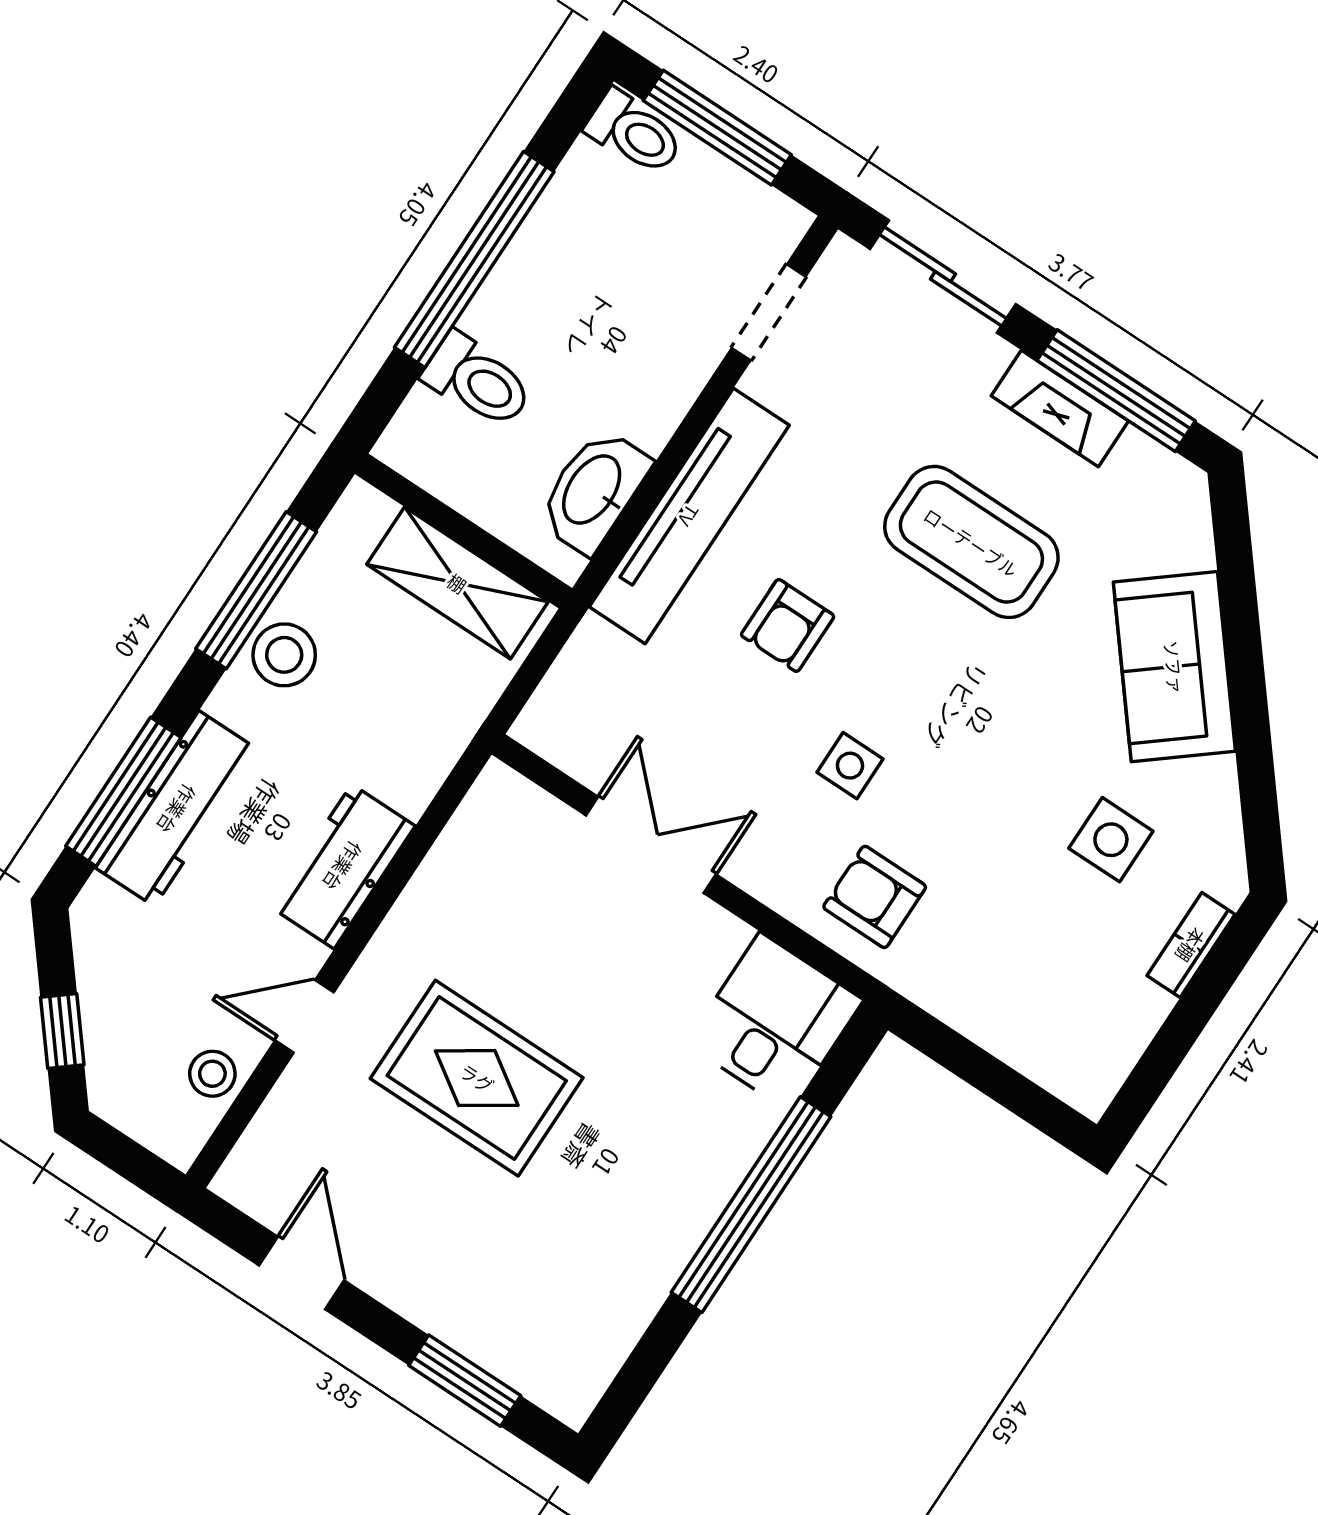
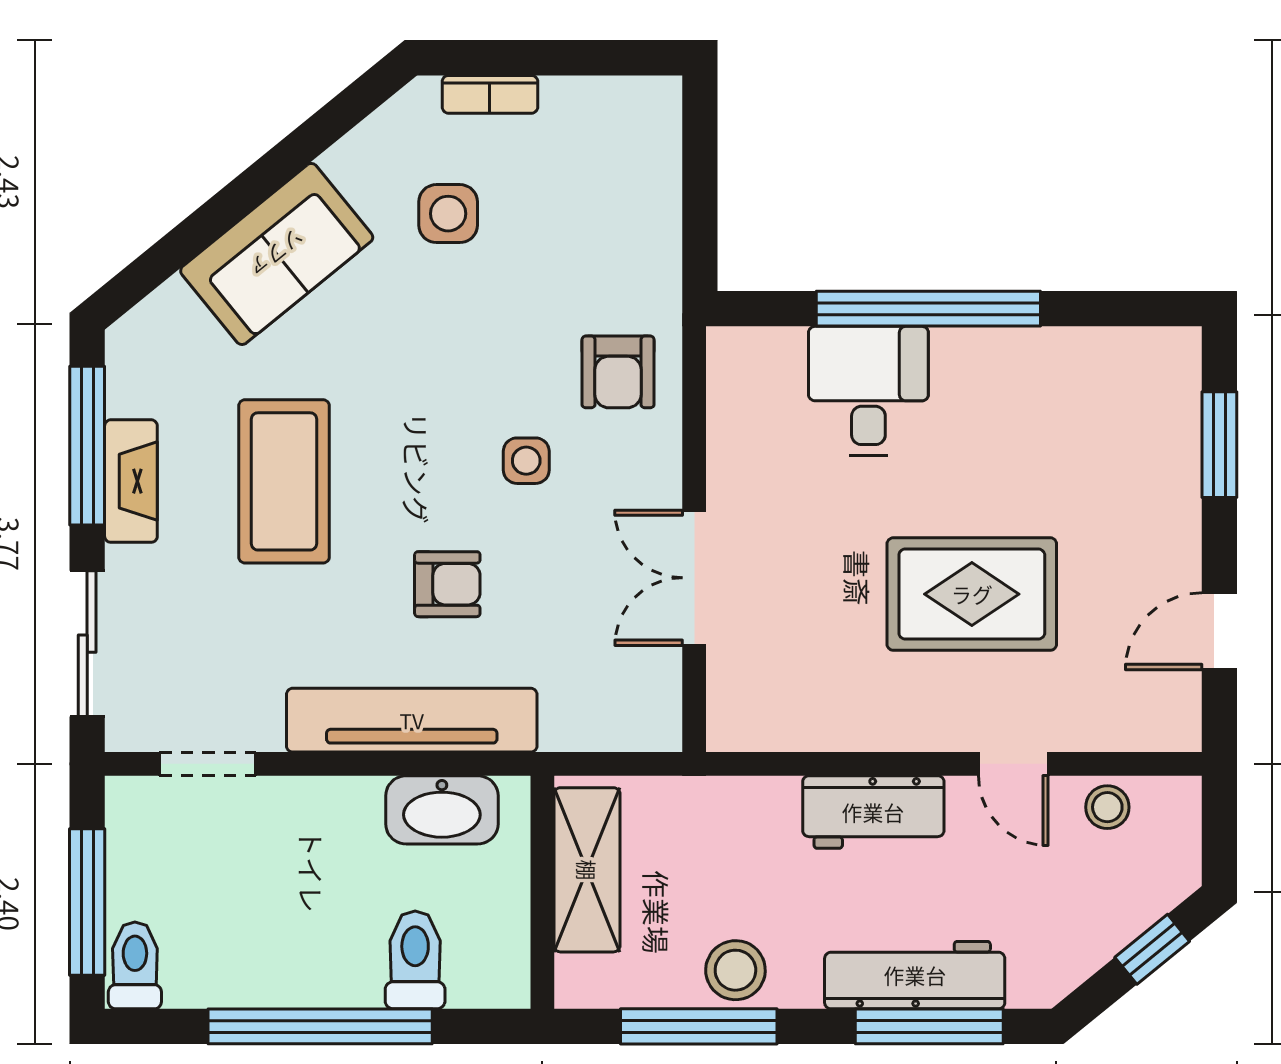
desk: (775, 1022) -> (868, 391), moved, turned 90
rug: (477, 1078) -> (972, 594), turned 90

